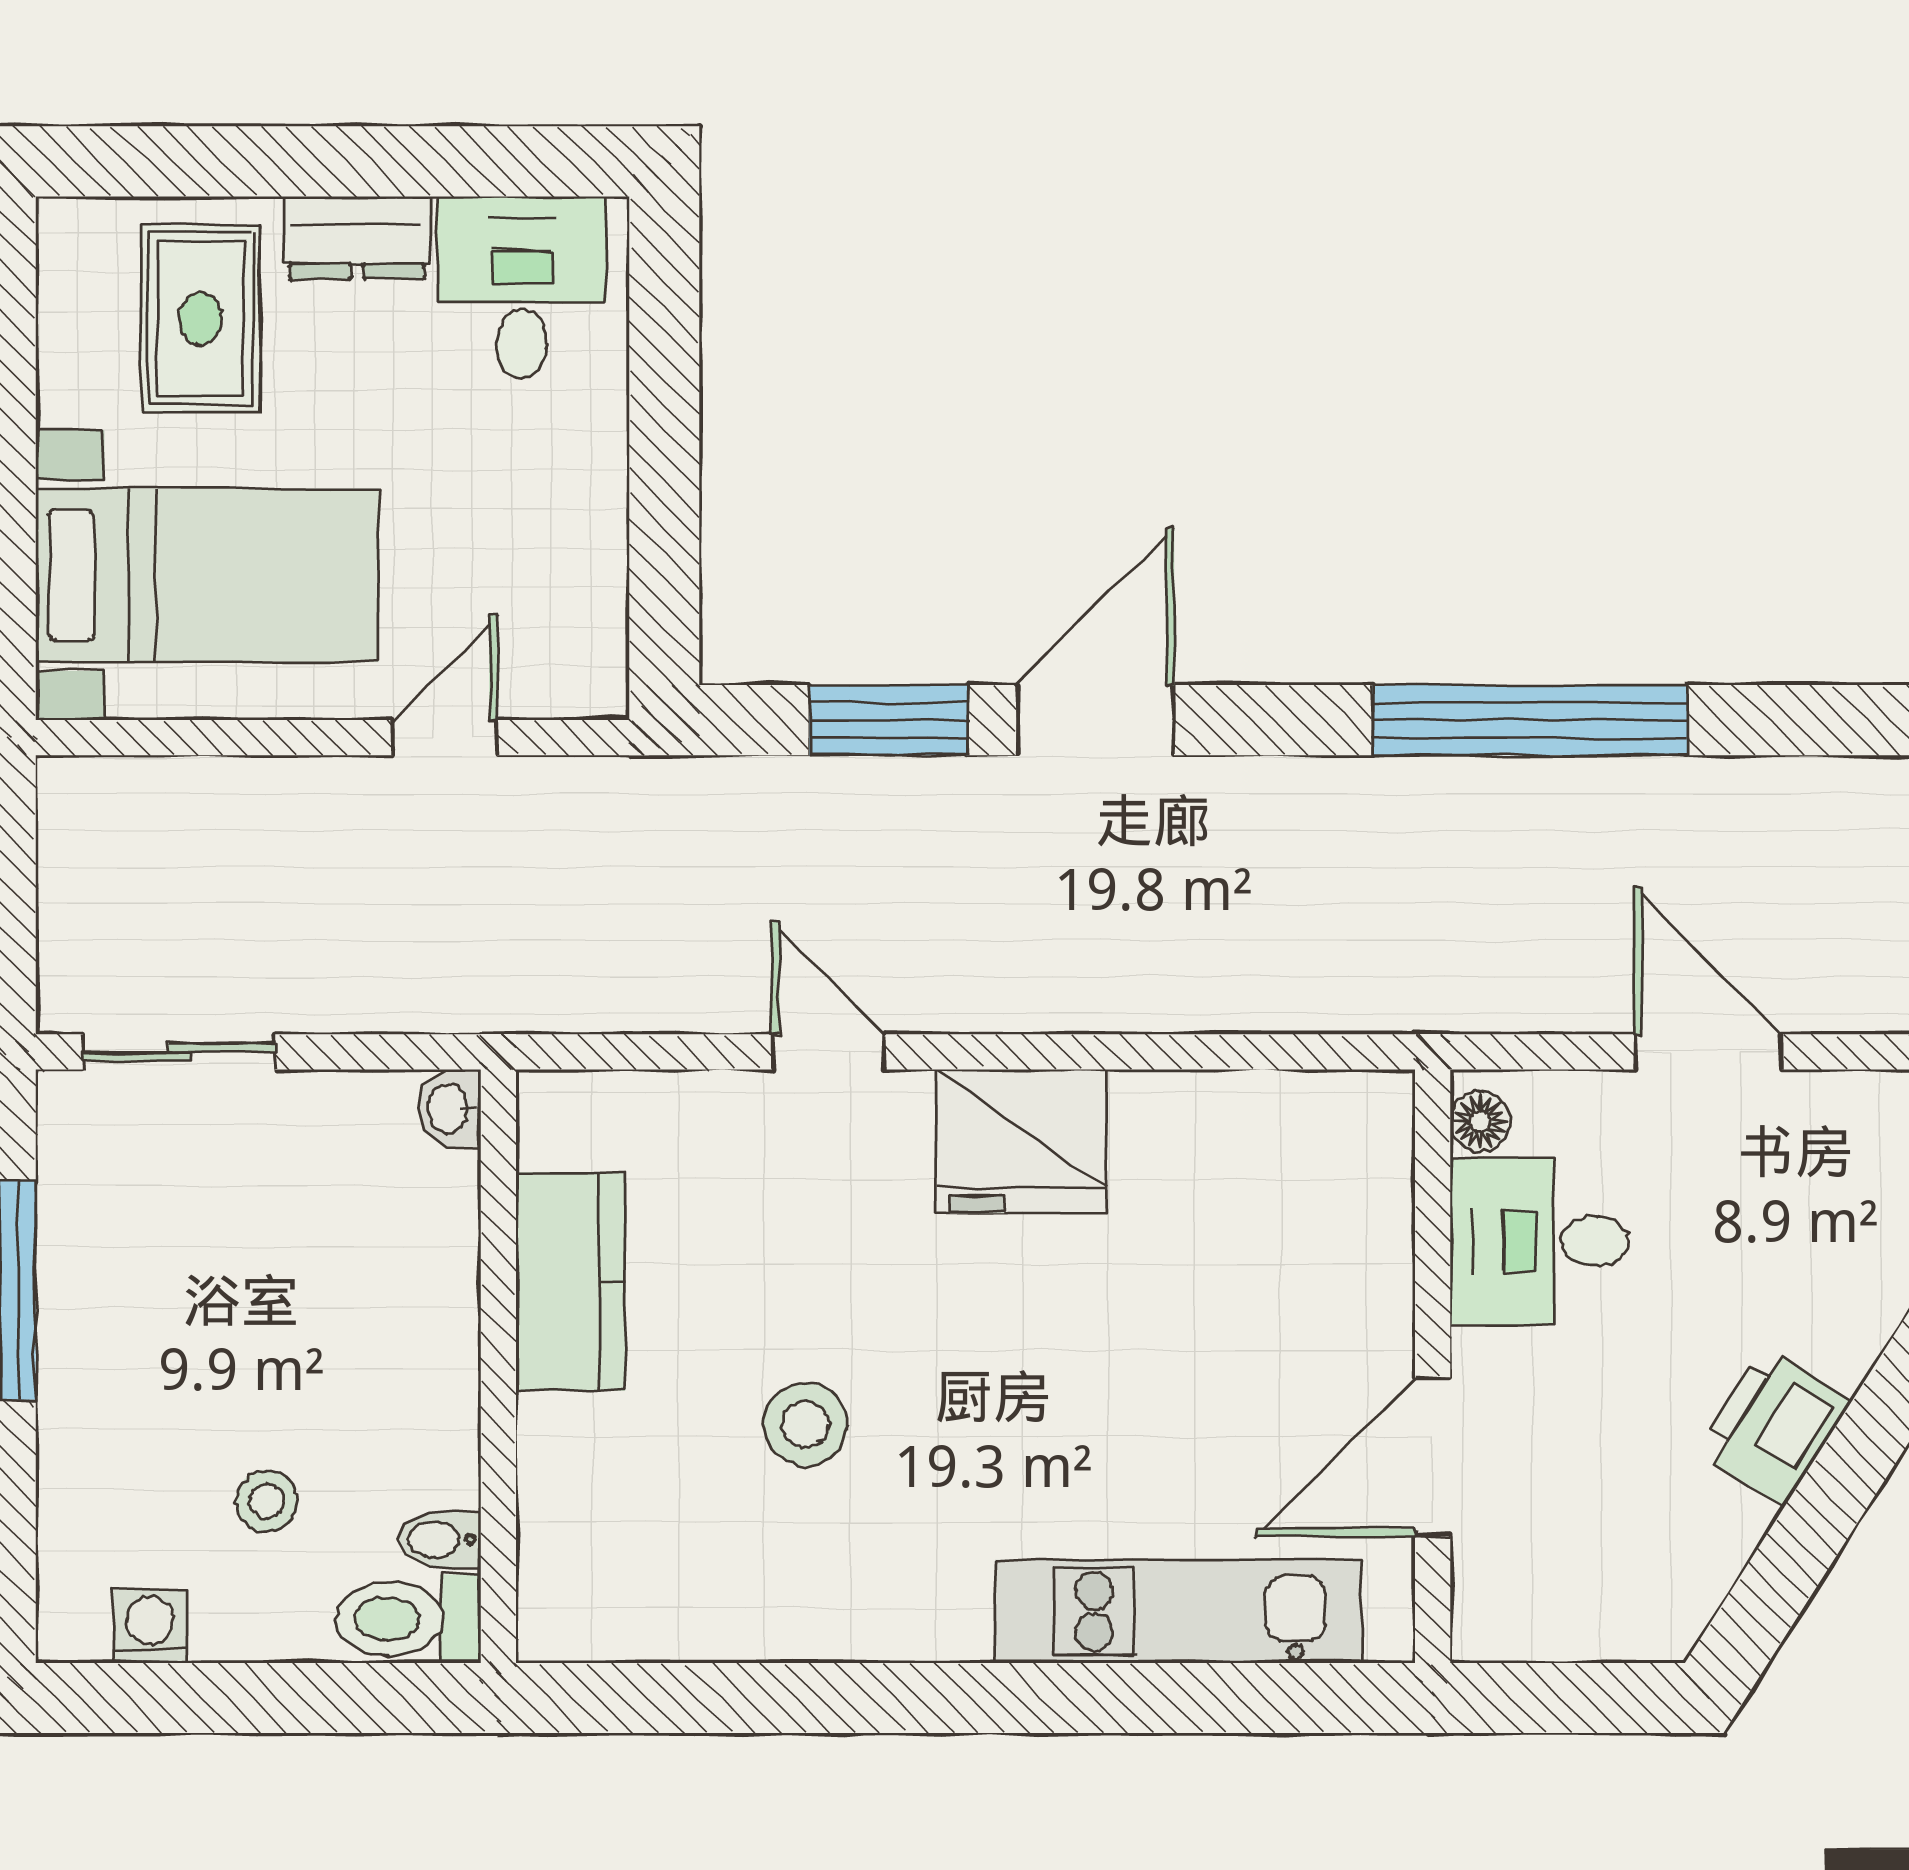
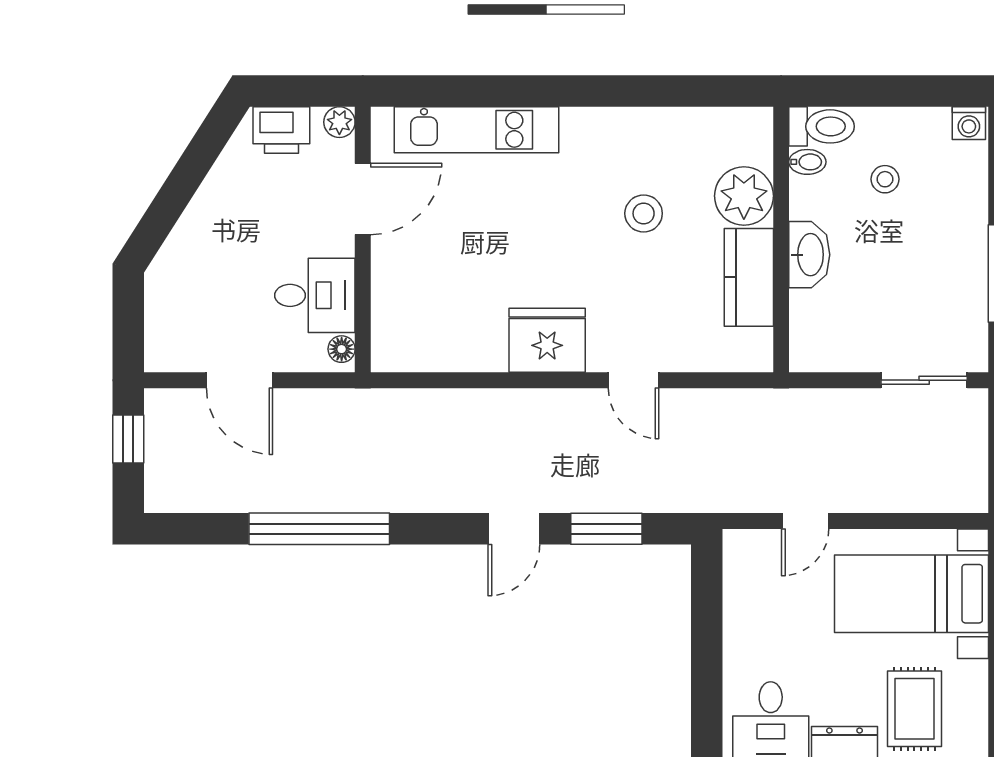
door: (1095, 720) -> (514, 529), width x0.73
washbasin: (450, 1108) -> (809, 255), moved, width x1.91, depth x1.45
printer: (1774, 1426) -> (281, 130), moved, turned 57
plant: (581, 1463) -> (744, 196), added
washing machine: (150, 1626) -> (969, 123), moved
plant: (1485, 1628) -> (339, 122), added

